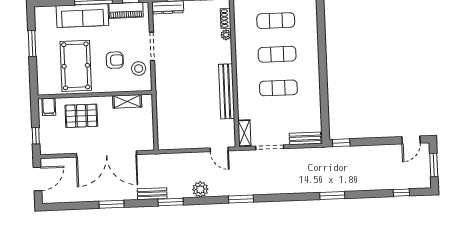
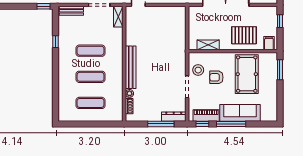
window: (32, 44) -> (280, 70), moved
bench: (227, 91) -> (131, 67), moved
window: (324, 98) -> (56, 42), added

